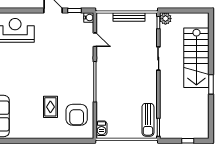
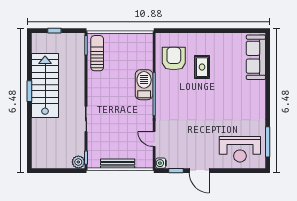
stairs: (196, 58) -> (45, 85), moved
barbecue: (102, 128) -> (144, 85), moved, width x1.88, depth x1.53

